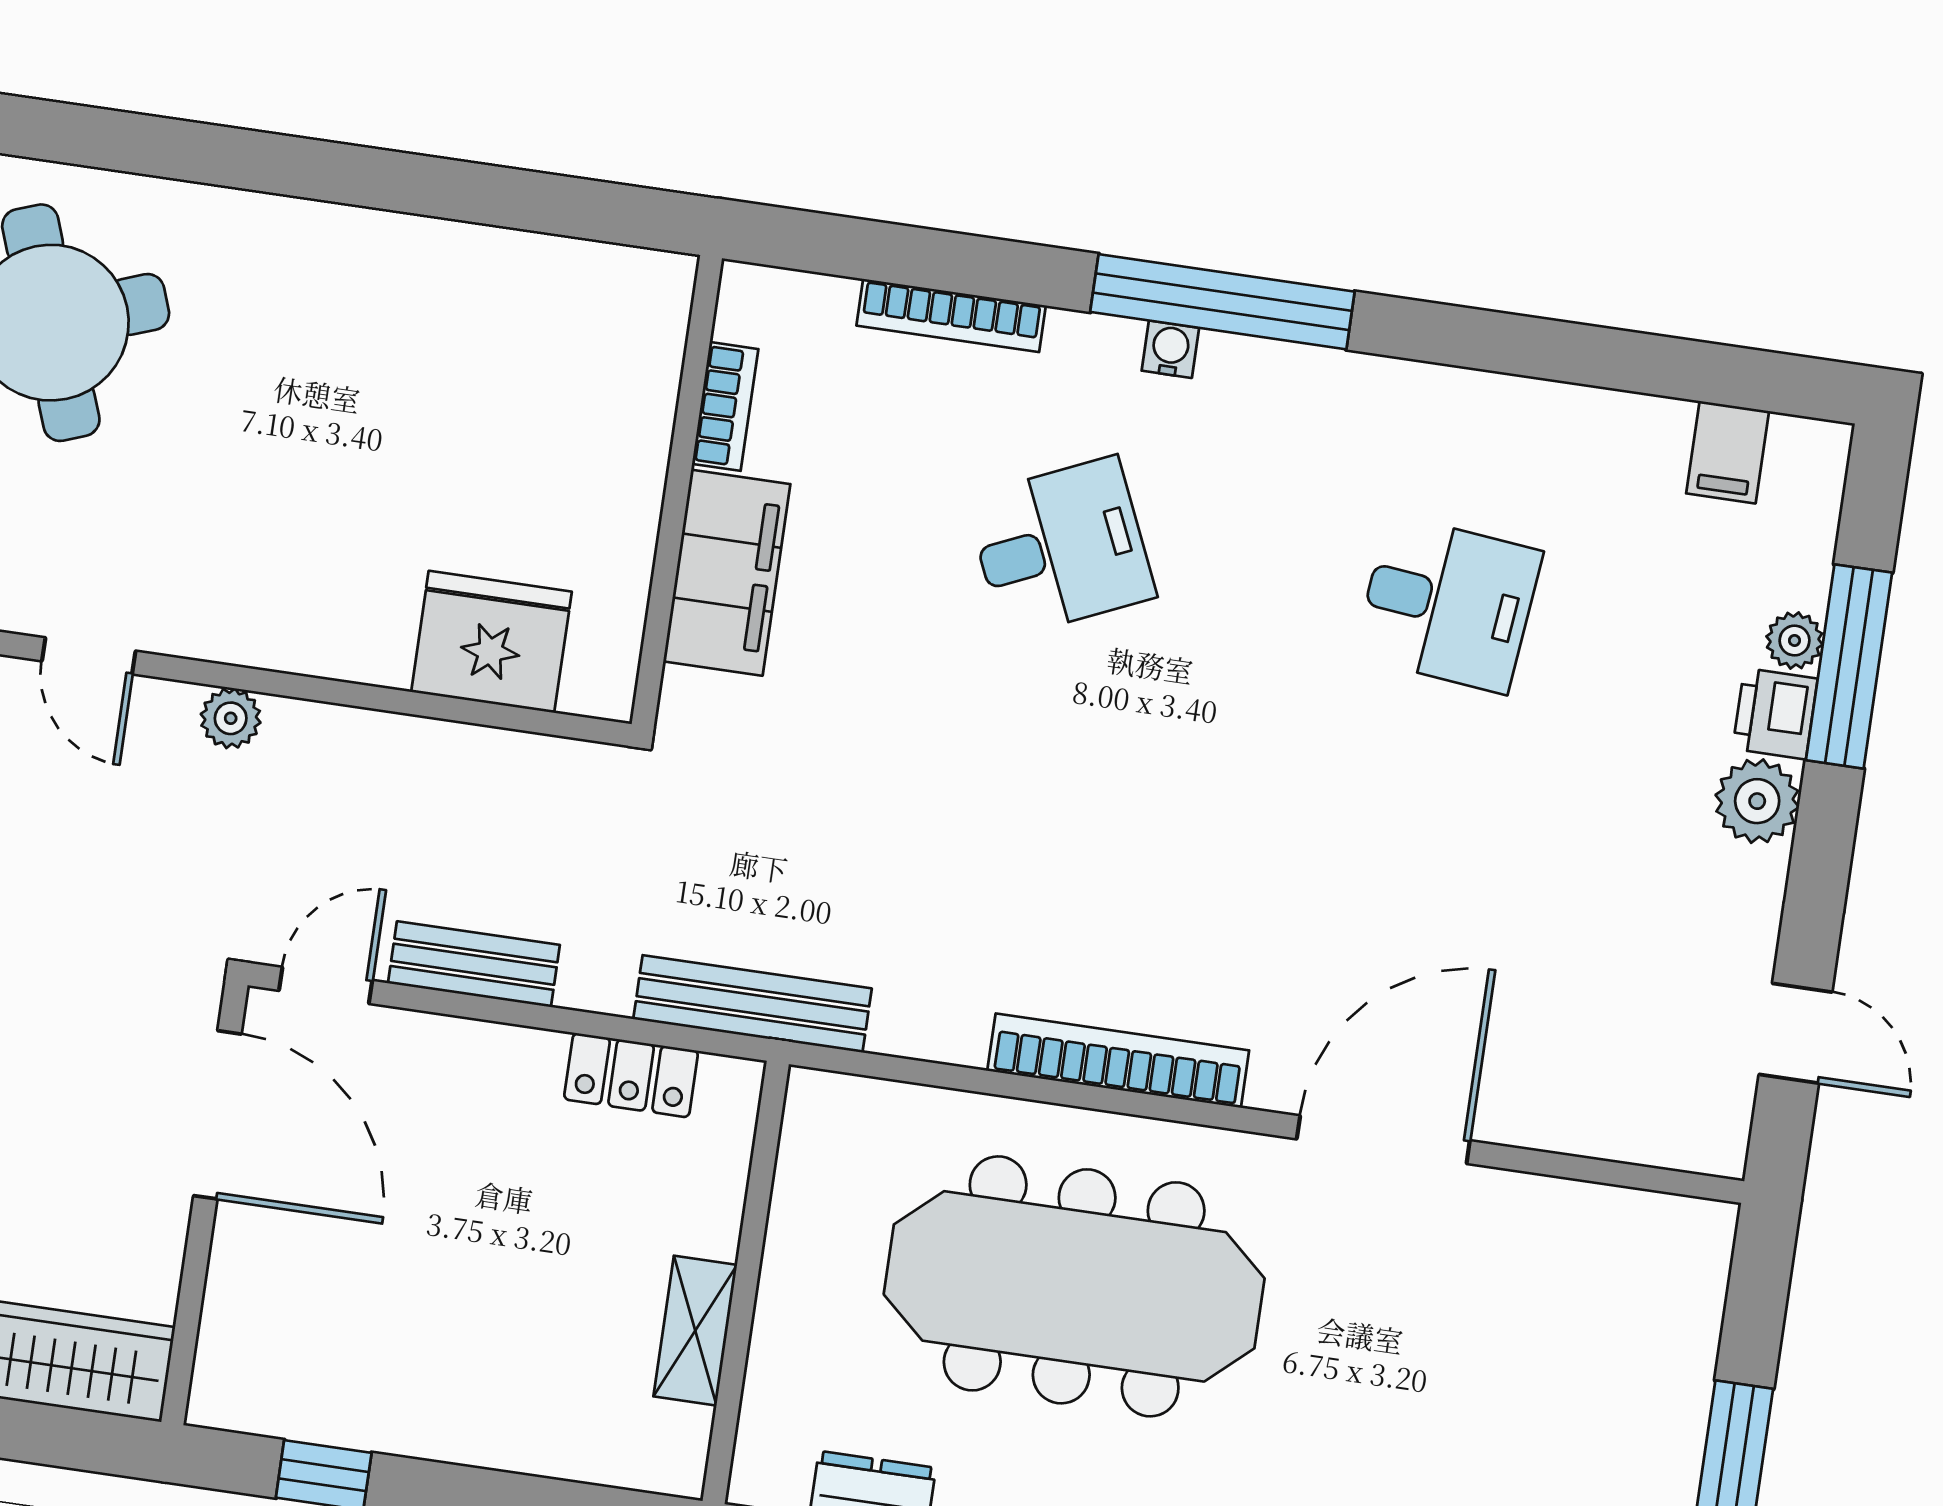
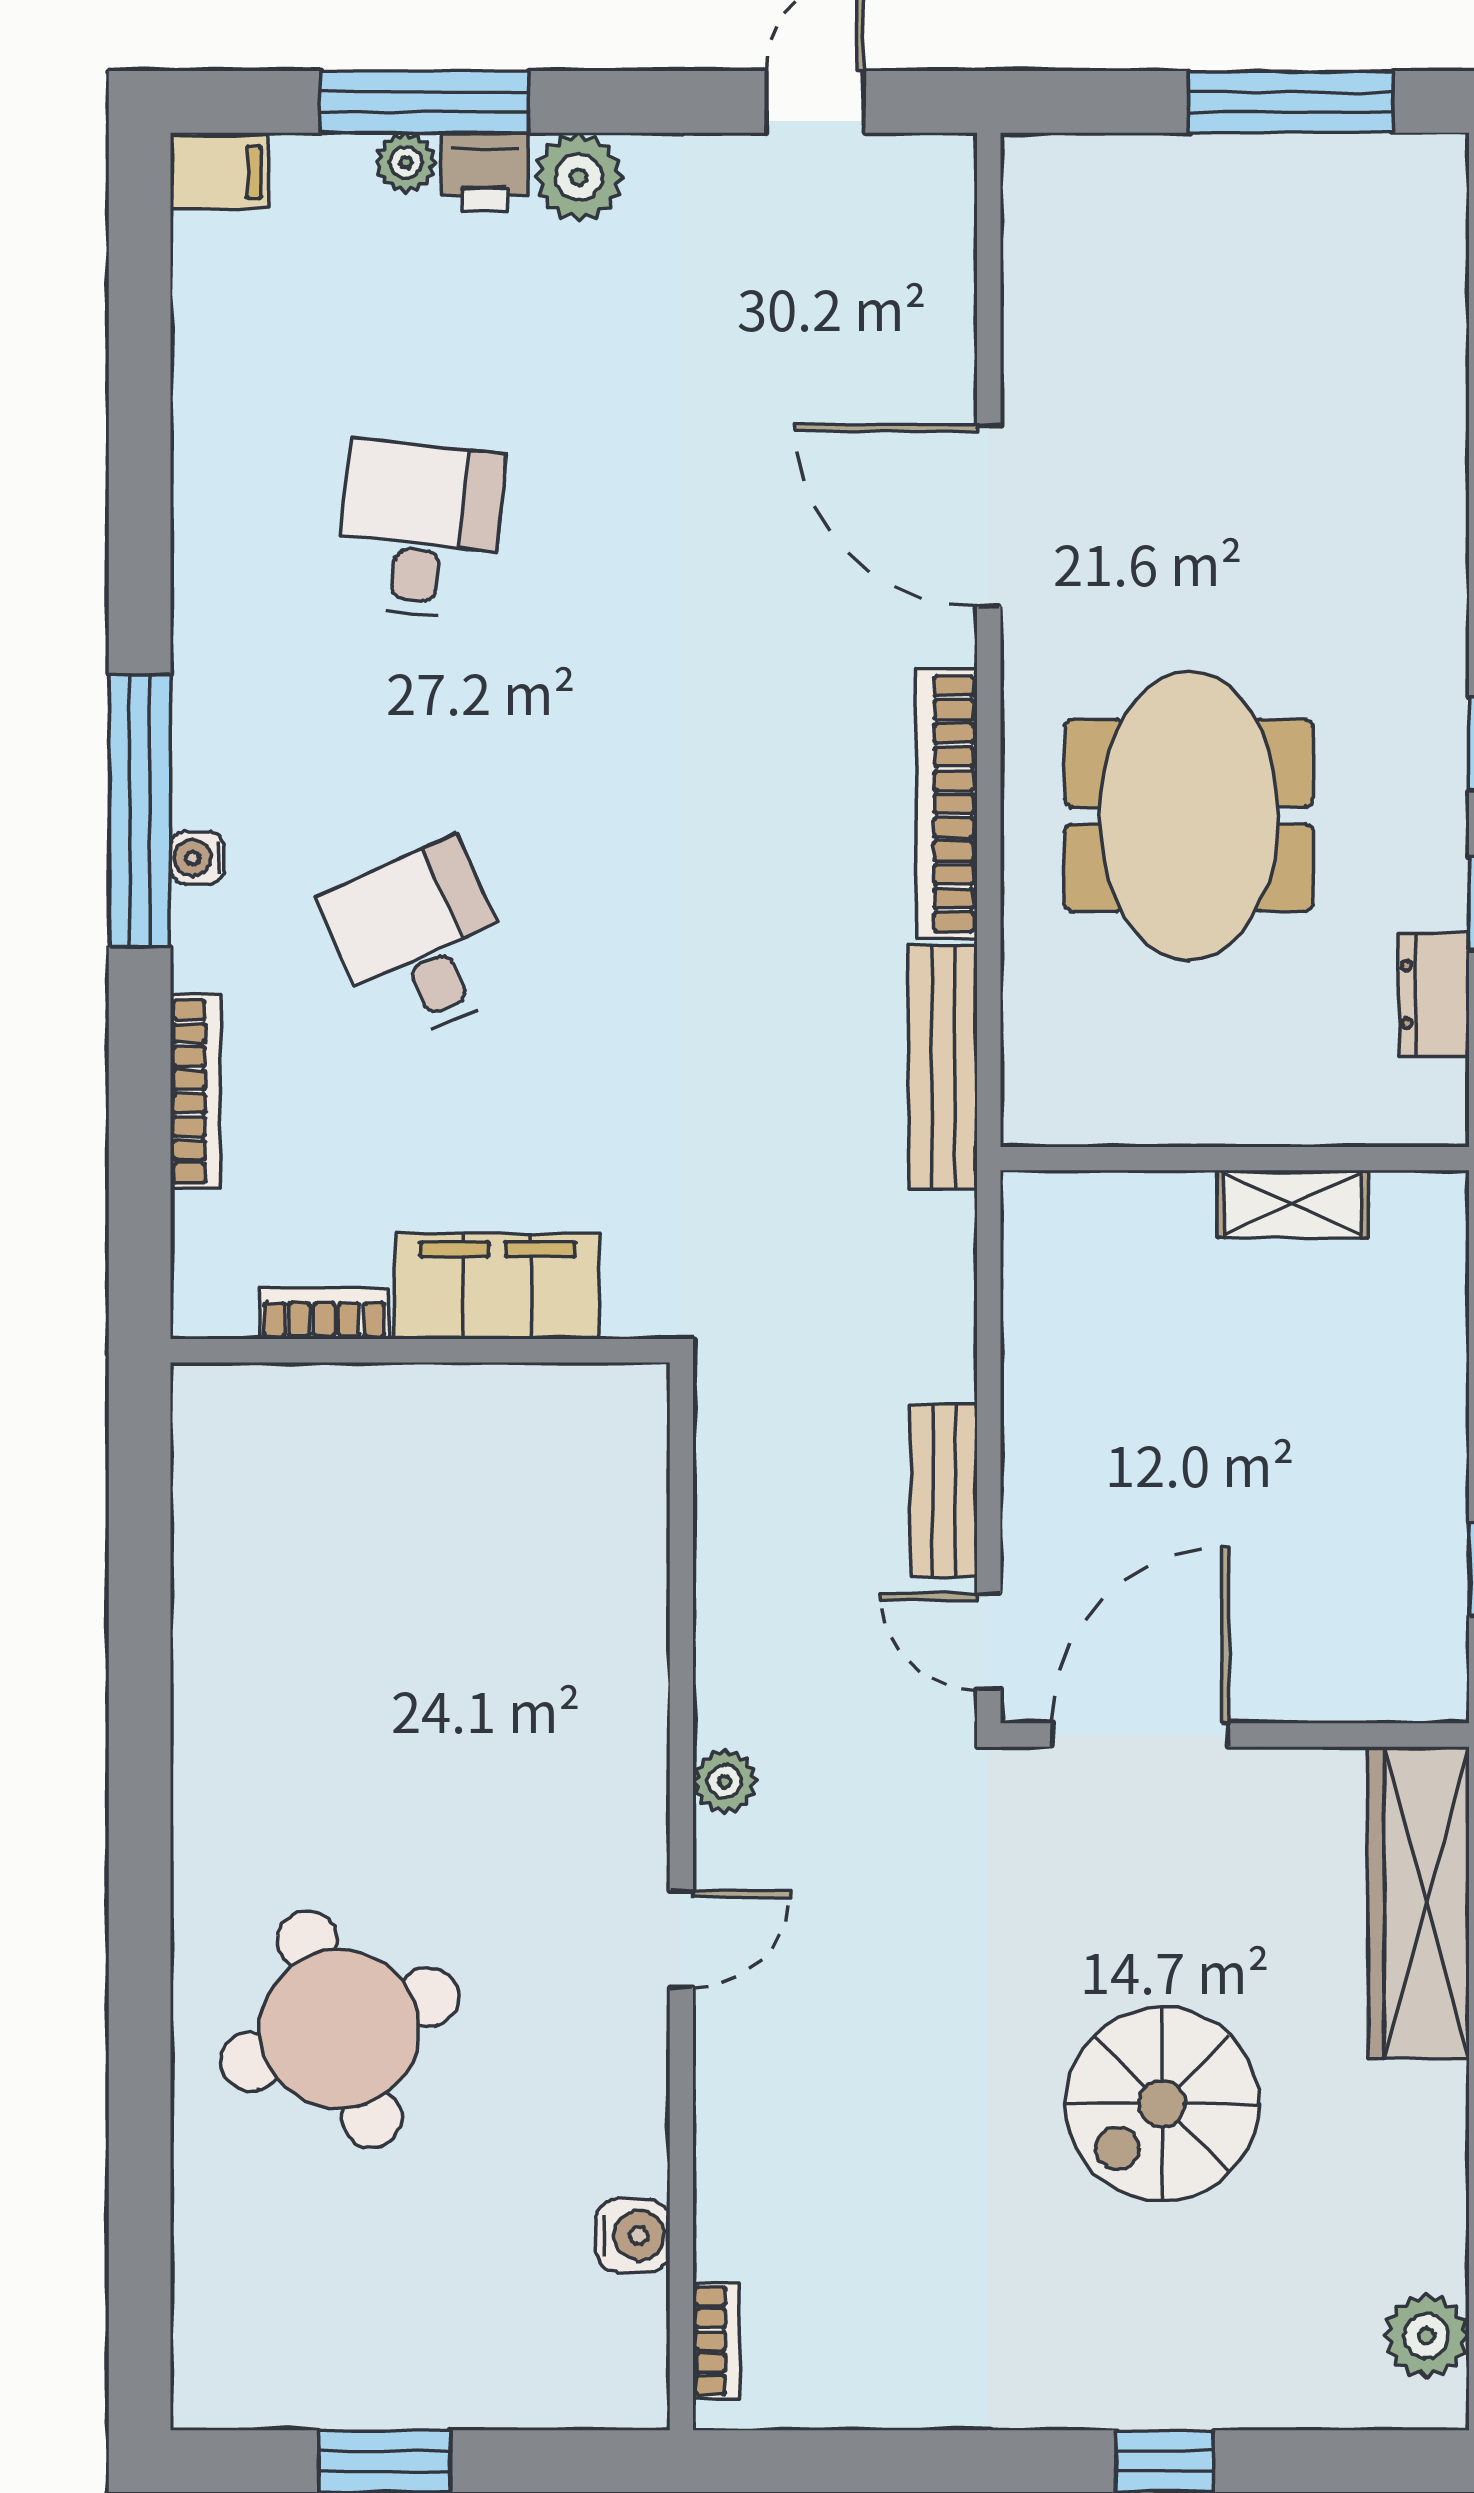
filing cabinet: (1728, 452) -> (220, 172), moved
fridge: (491, 642) -> (605, 1521), removed
bench: (752, 1004) -> (943, 1067), moved
locker: (631, 1075) -> (1036, 1310), removed
meeting table: (1074, 1286) -> (1189, 816), width x0.73

